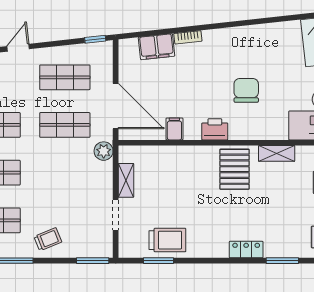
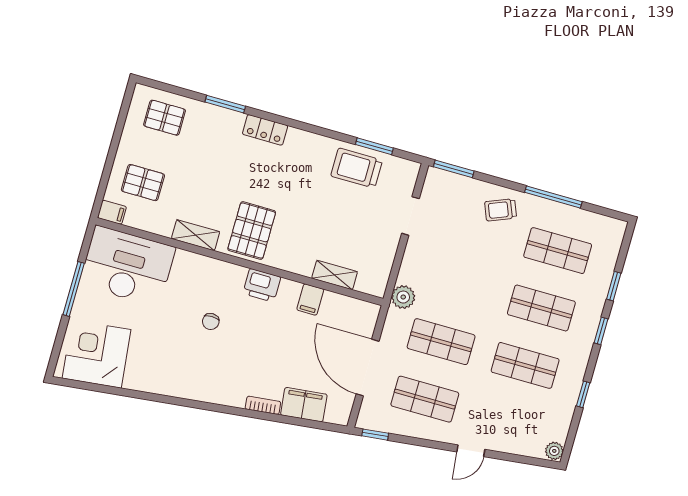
chair: (246, 90) -> (211, 322), width x0.54, depth x0.54
door: (116, 106) -> (368, 368), moved
shelving: (126, 180) -> (335, 275), moved, turned 90

